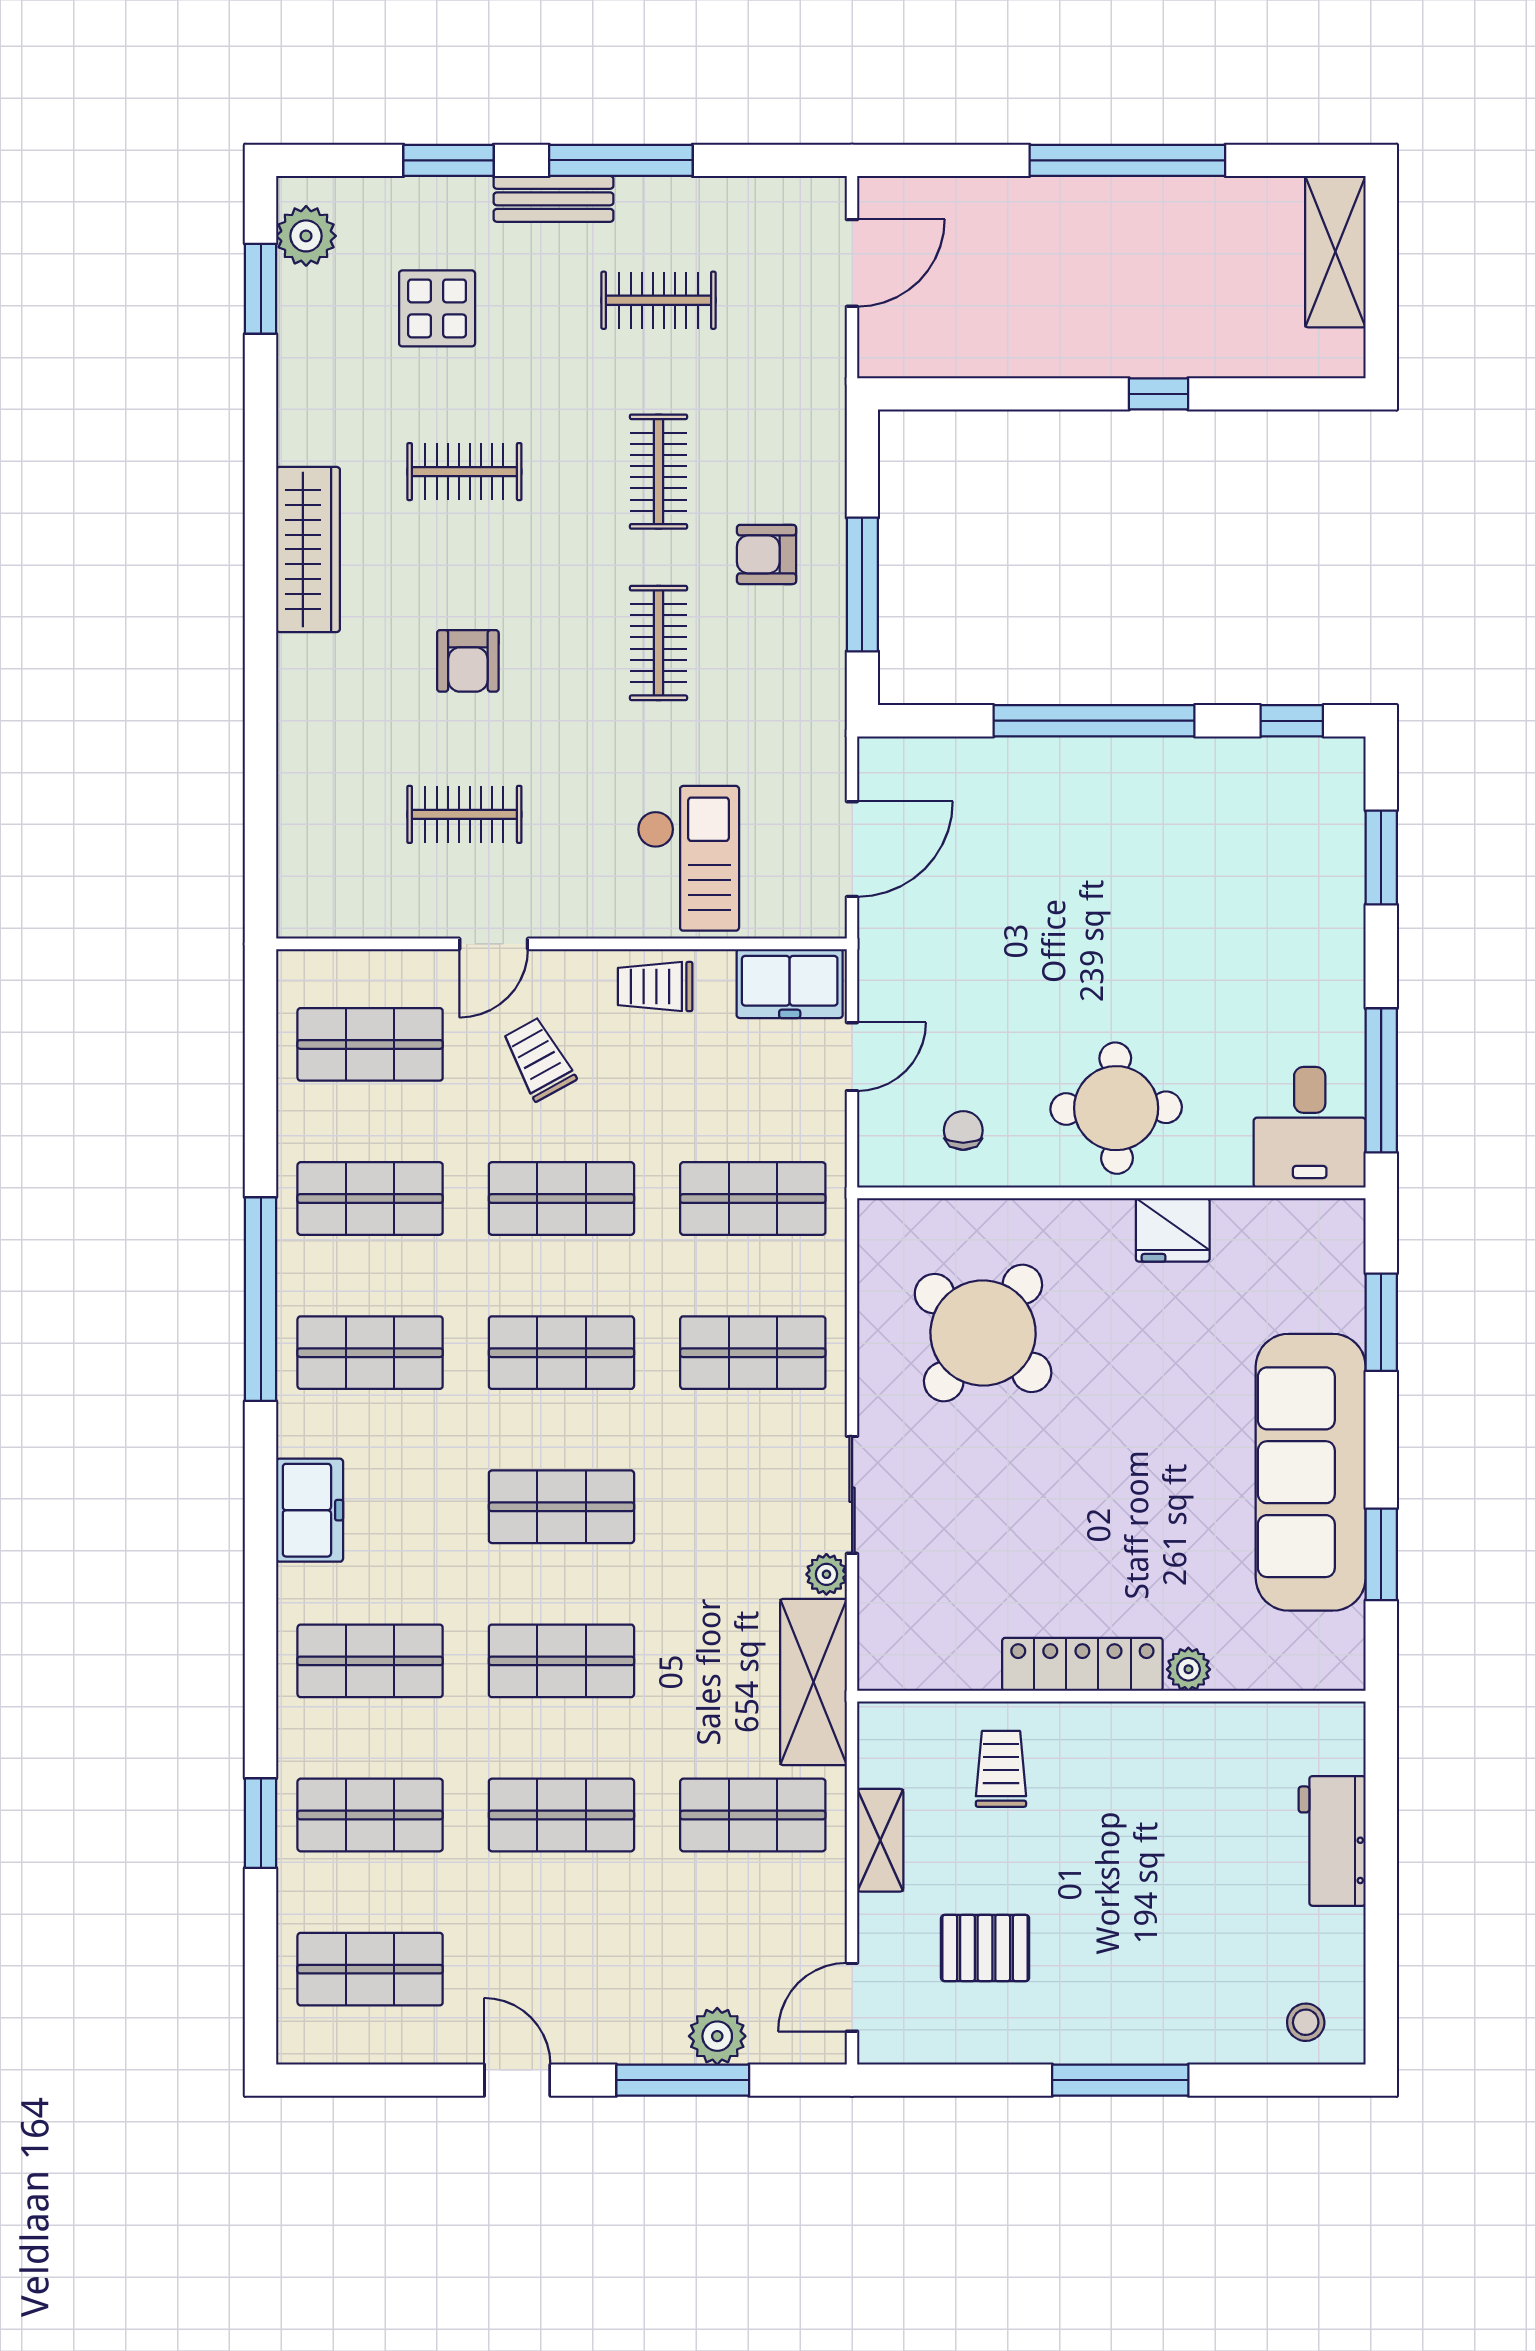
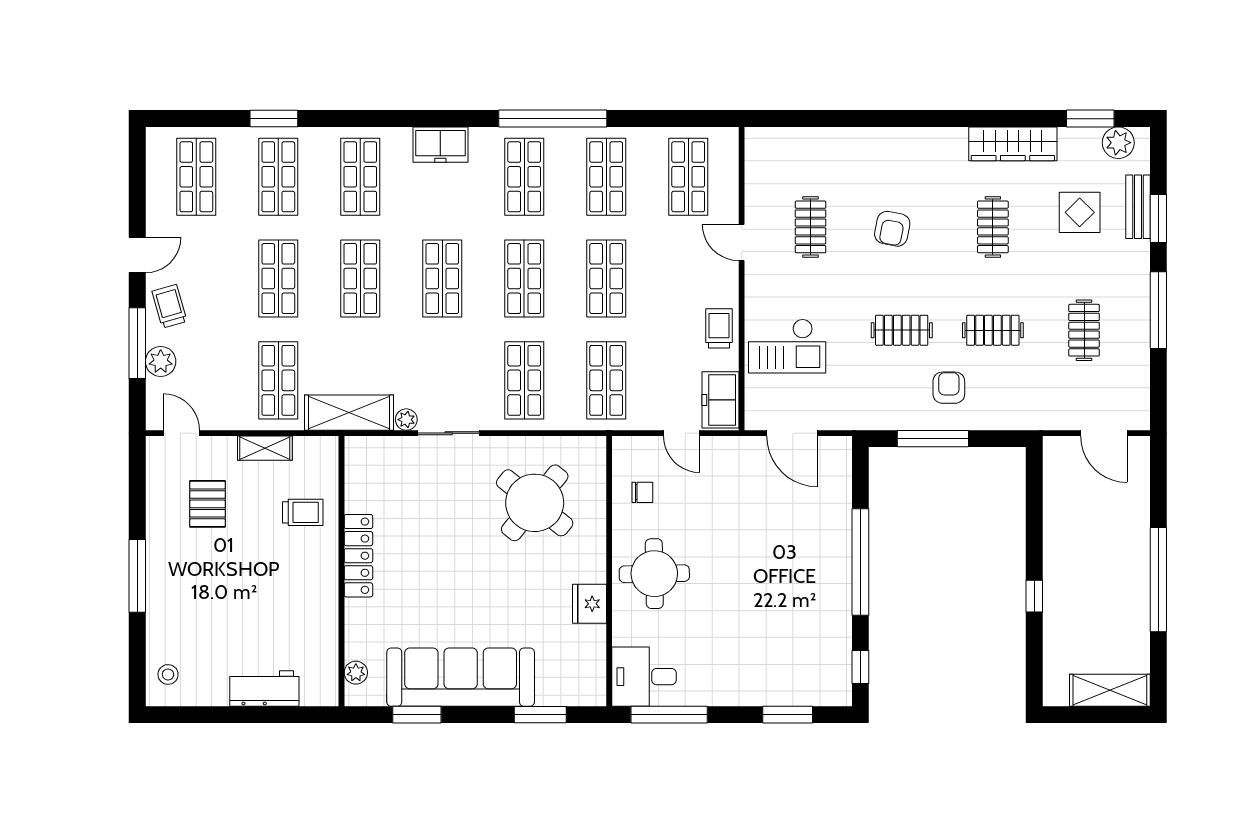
bench: (553, 199) -> (1138, 207), moved
wardrobe: (308, 549) -> (1013, 144), moved
armchair: (468, 661) -> (892, 229), turned -79
trolley: (539, 1059) -> (169, 306), moved, turned -77
plant: (1188, 1669) -> (356, 673), moved

